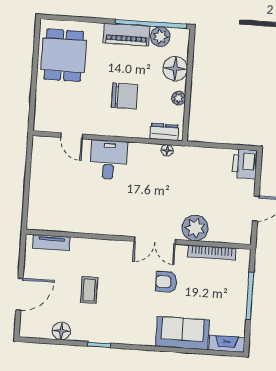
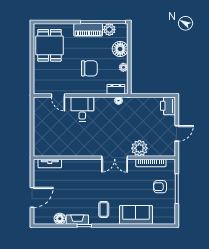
armchair: (166, 282) -> (160, 187), moved
coffee table: (89, 290) -> (104, 209), moved
fireplace: (227, 344) -> (77, 220), moved

